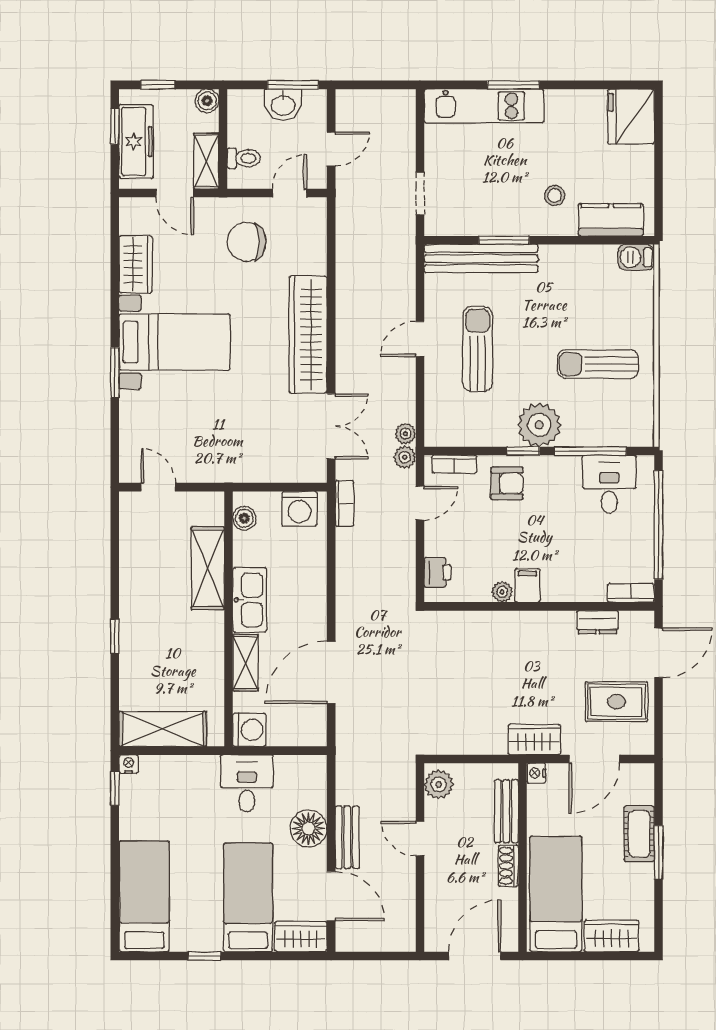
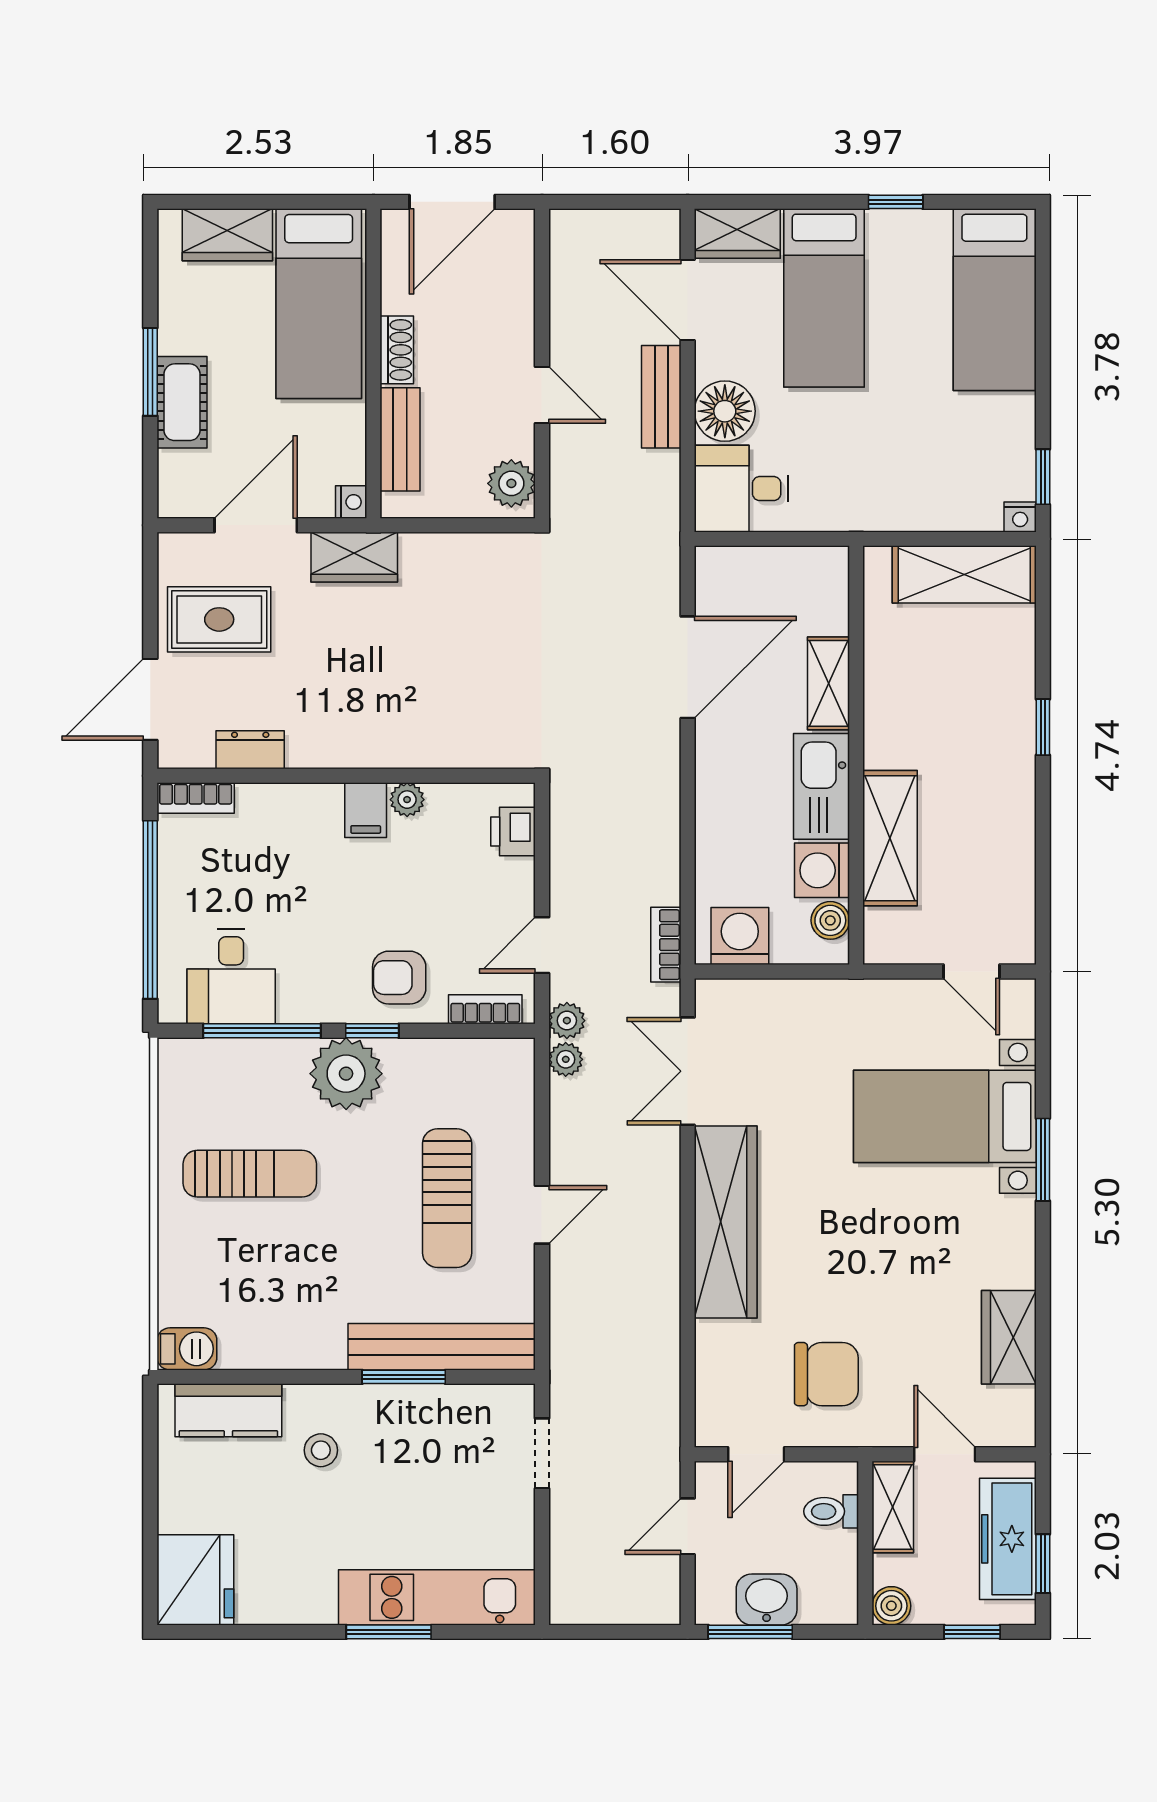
bed with nightstands: (174, 342) -> (945, 1116), moved
washing machine: (249, 730) -> (822, 870), moved
desk: (247, 783) -> (741, 489), moved, turned 90

